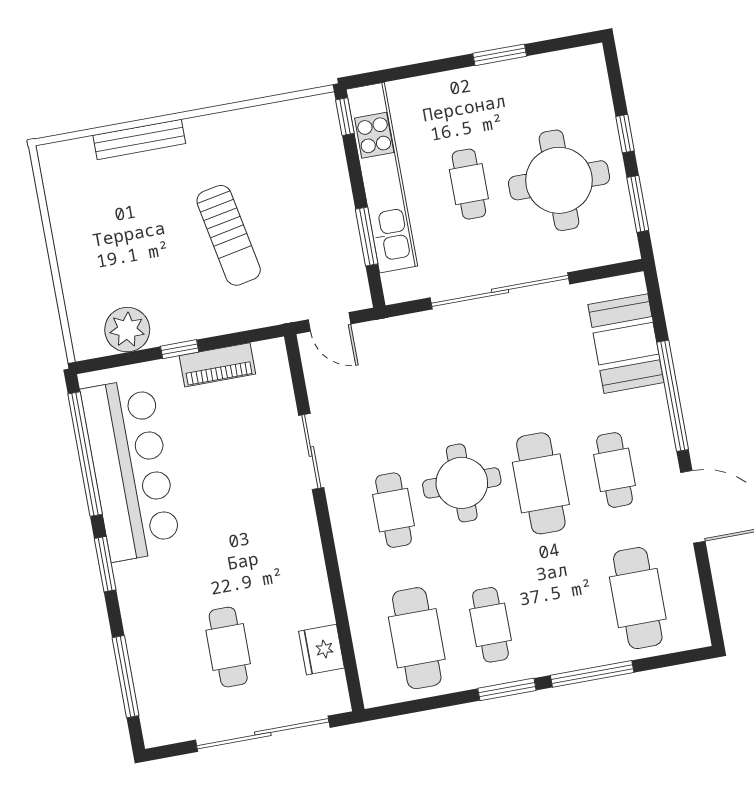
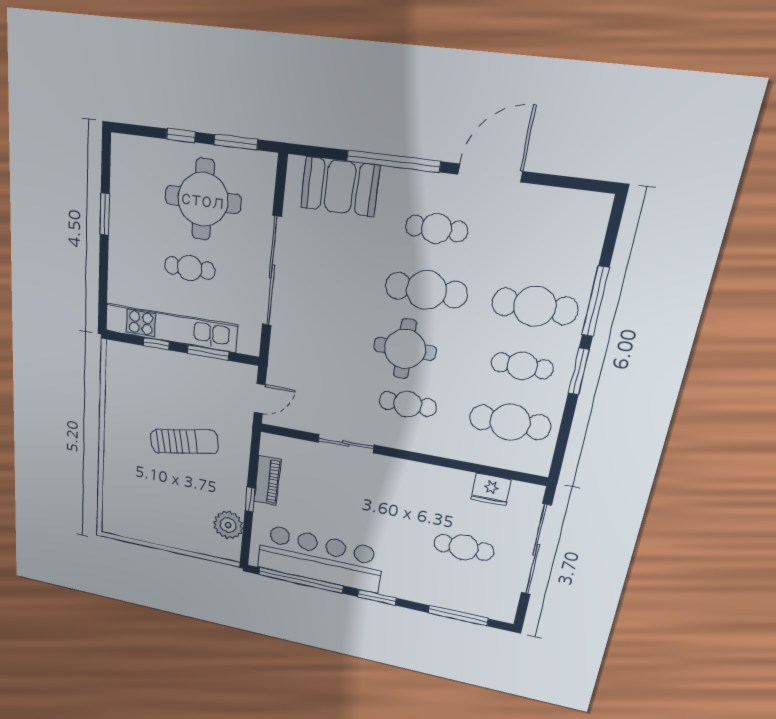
window: (345, 117) -> (156, 344), moved
bench: (139, 139) -> (111, 472), removed
cafe table: (638, 598) -> (535, 306), moved

